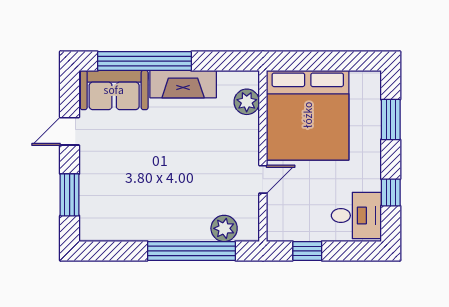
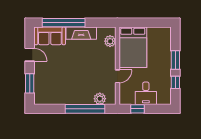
bed: (308, 115) -> (133, 47), width x0.73
window: (391, 120) -> (175, 60), moved
door: (70, 131) -> (30, 55), swing flipped
desk: (356, 216) -> (146, 93), moved, turned 90

